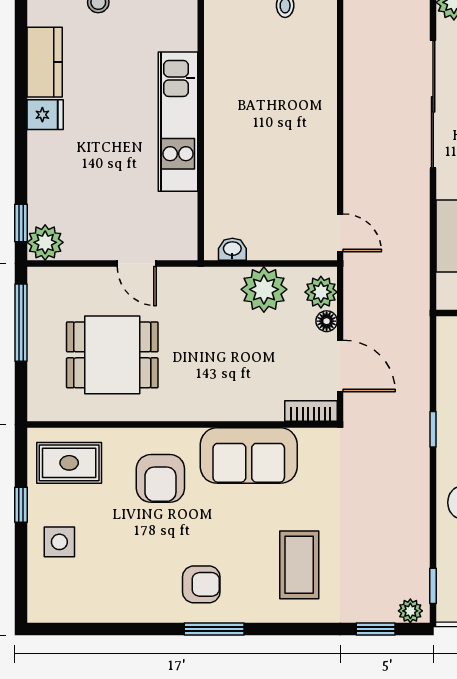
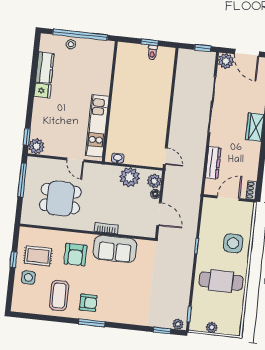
kitchen unit: (178, 122) -> (97, 126), moved
bookcase: (311, 411) -> (106, 228), moved
rug: (69, 463) -> (38, 256), moved
coffee table: (299, 565) -> (59, 296), moved

